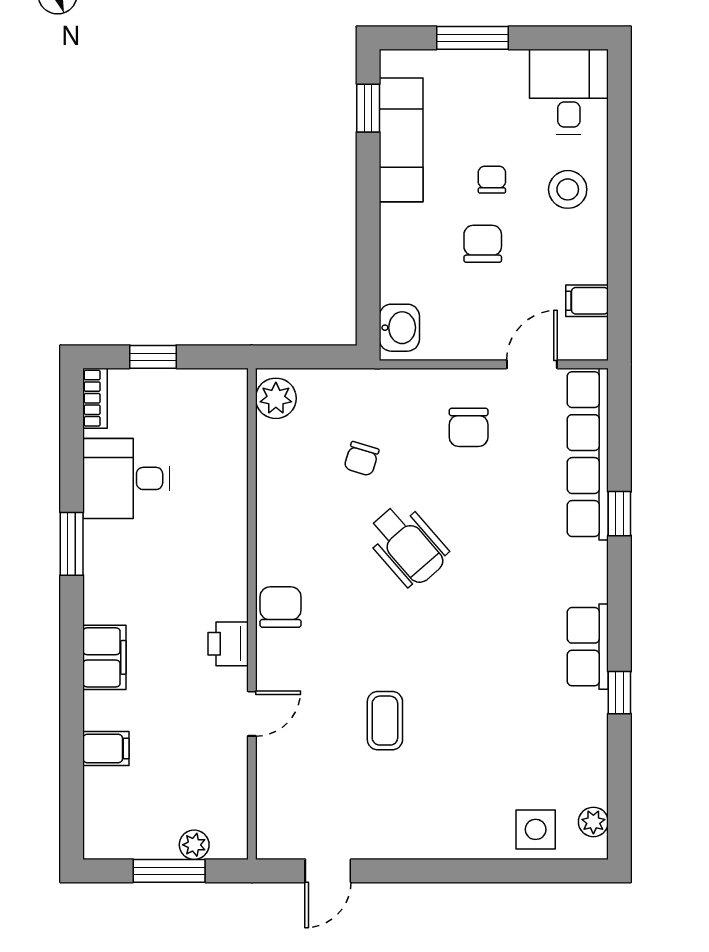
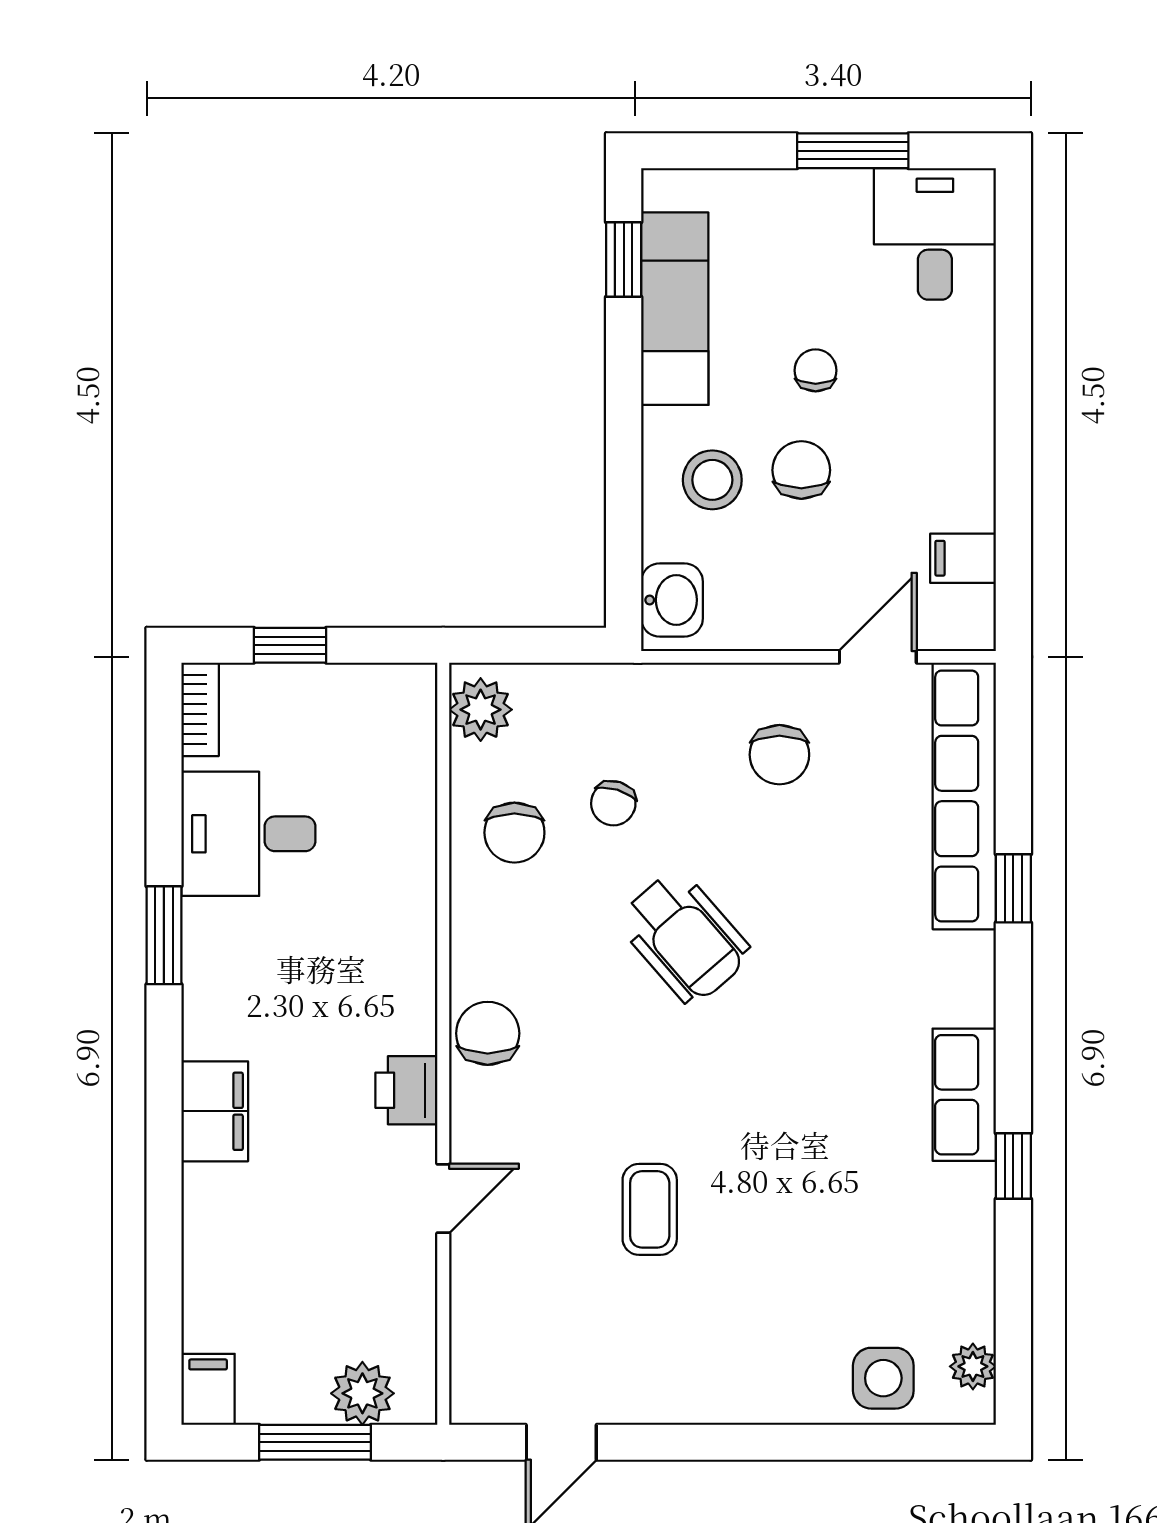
window: (472, 38) -> (853, 151), moved
stool: (568, 189) -> (712, 480), moved
chair: (298, 478) -> (514, 833), added
filing cabinet: (106, 749) -> (208, 1389), moved, turned -90
plant: (194, 845) -> (362, 1393), width x1.38, depth x1.38

